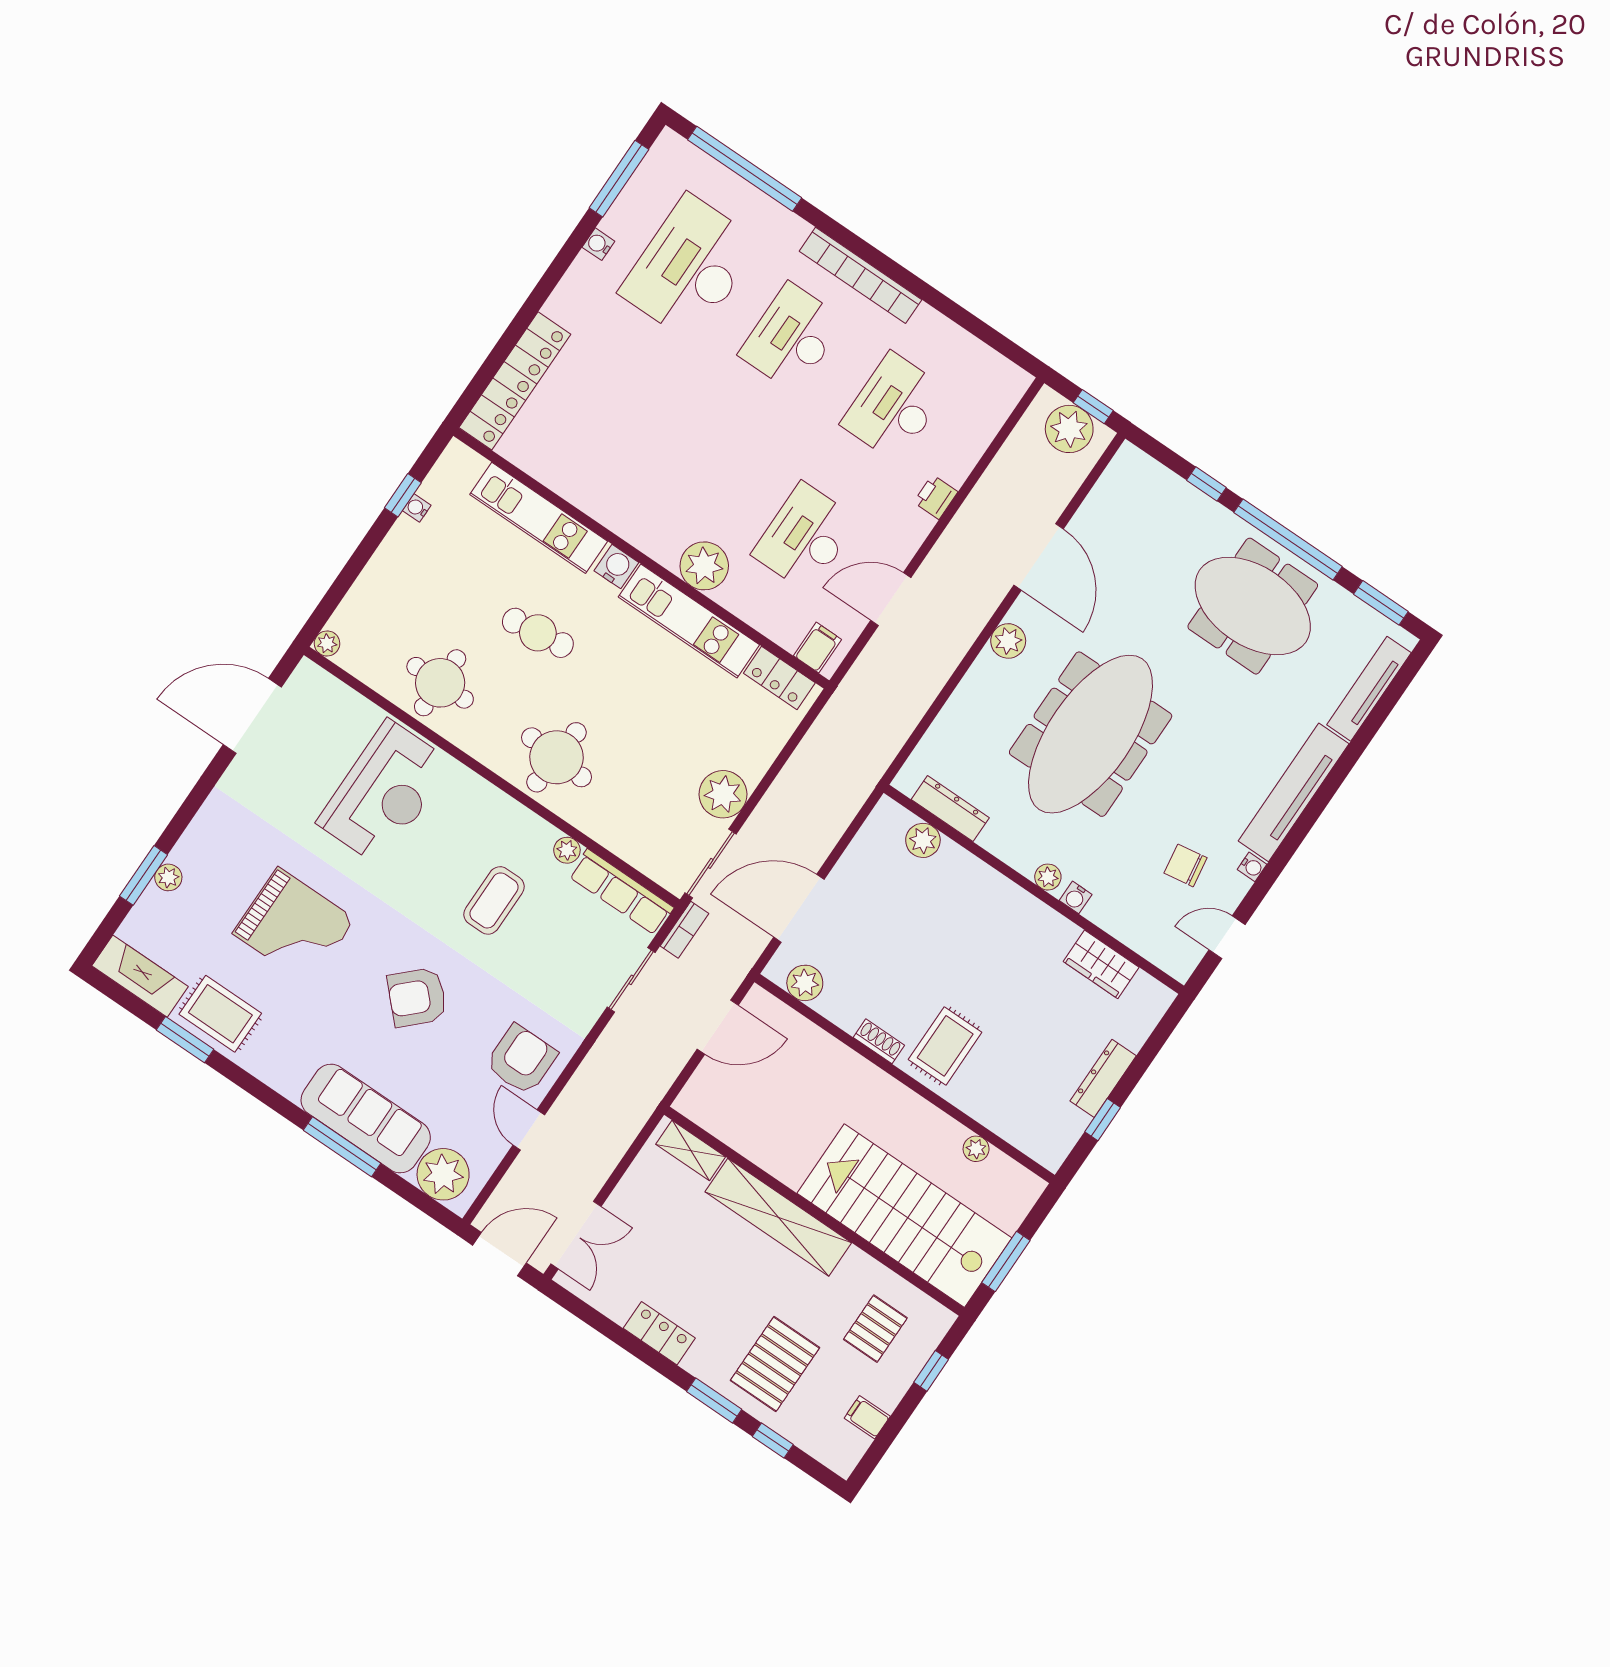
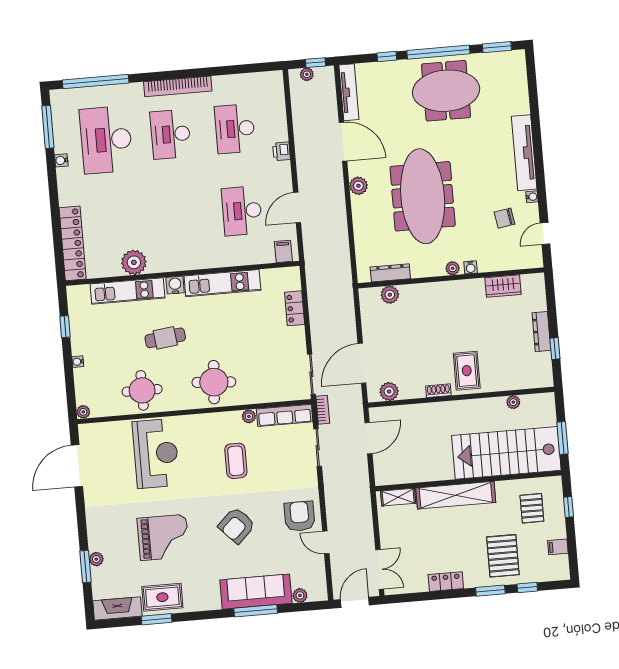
plant: (1069, 429) -> (307, 74), width x0.53, depth x0.53
water cooler: (417, 508) -> (78, 362), moved
plant: (704, 566) -> (134, 262), moved
locker: (779, 678) -> (295, 308), moved, turned 90
tv unit: (1369, 689) -> (349, 92), moved, turned 180
plant: (723, 794) -> (294, 342), removed
plant: (443, 1174) -> (300, 595), width x0.53, depth x0.53

